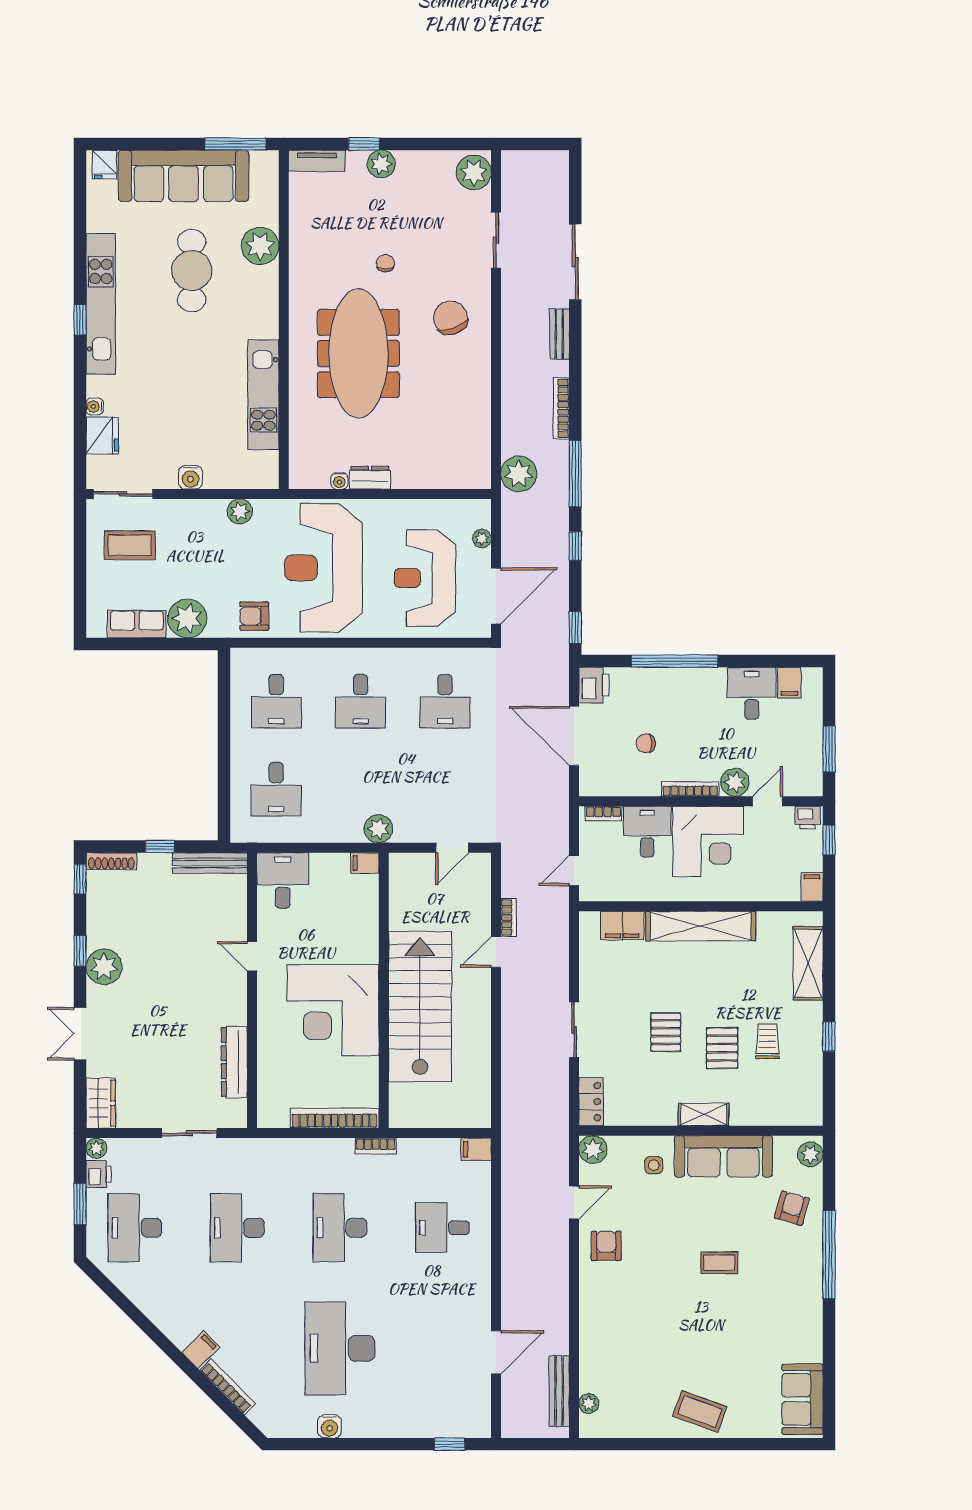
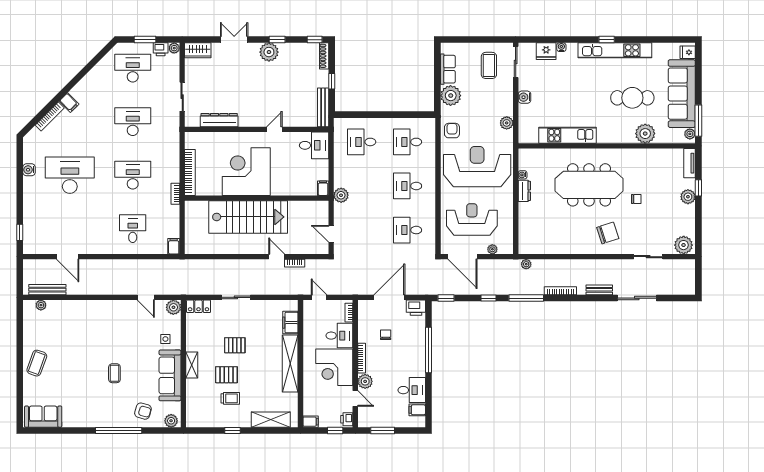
plant: (261, 160) -> (690, 134), added
plant: (519, 474) -> (526, 264), width x0.53, depth x0.53
armchair: (606, 1246) -> (123, 314), removed

